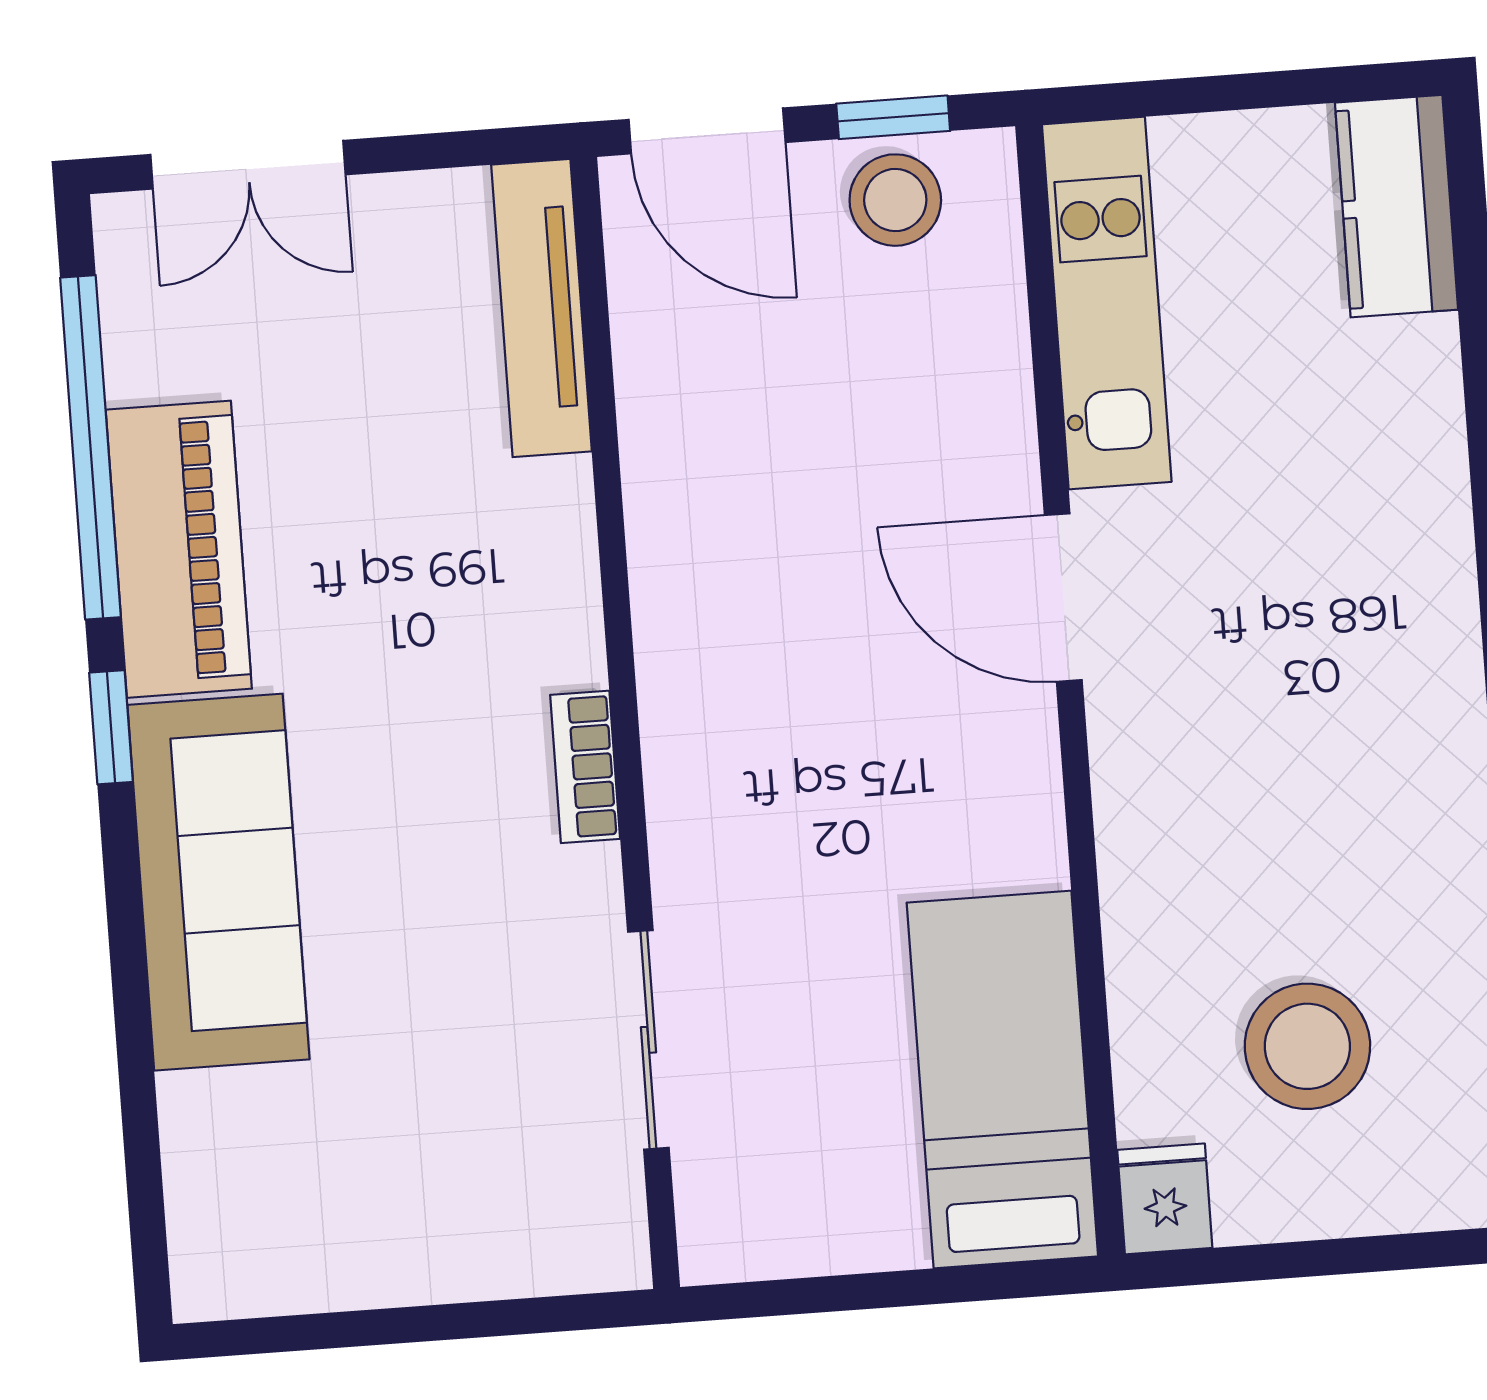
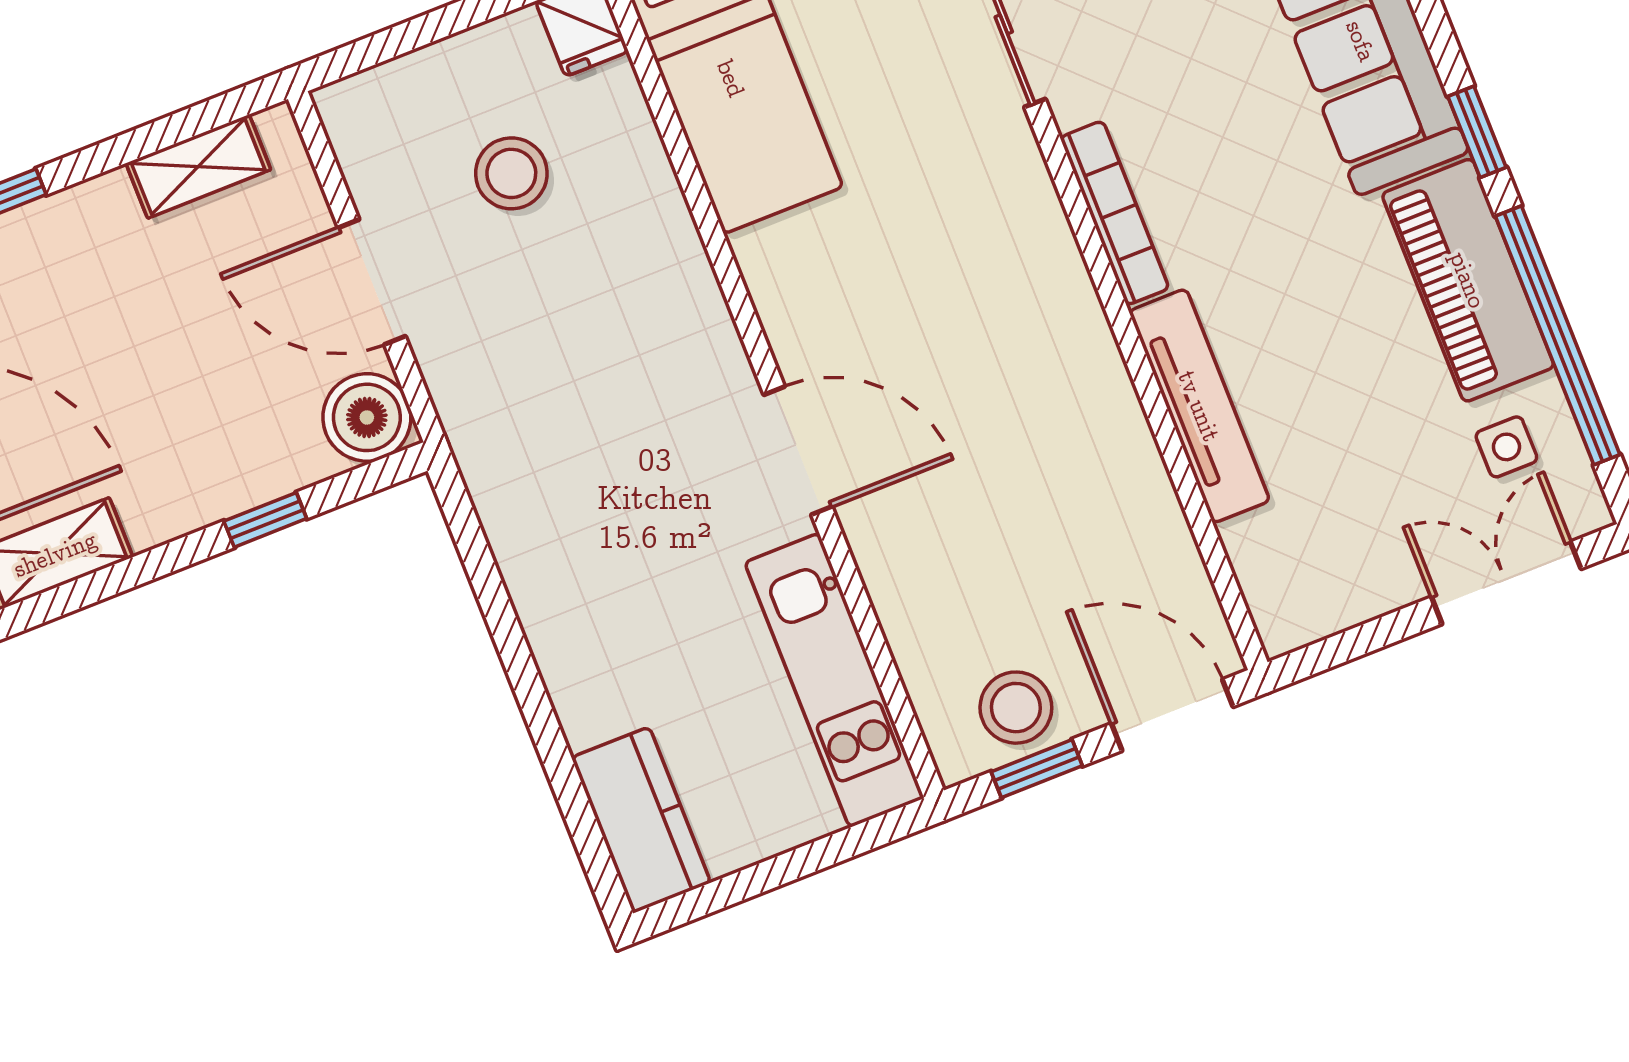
tv unit: (541, 308) -> (1199, 406), moved
side table: (196, 331) -> (1506, 447), added
bookcase: (585, 767) -> (1115, 213), width x1.56
stool: (1307, 1046) -> (511, 173), width x0.73, depth x0.73

